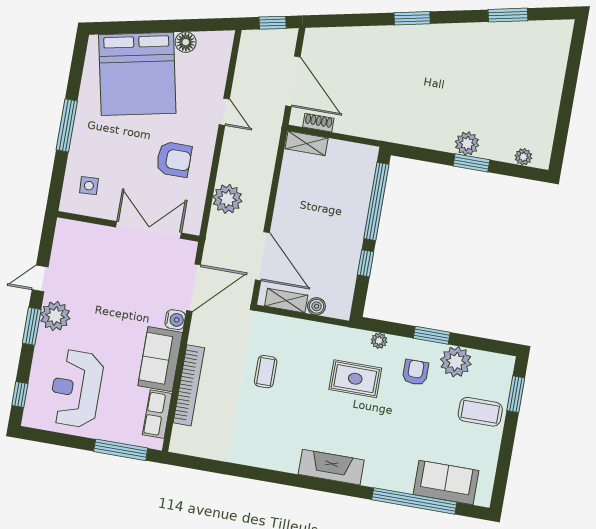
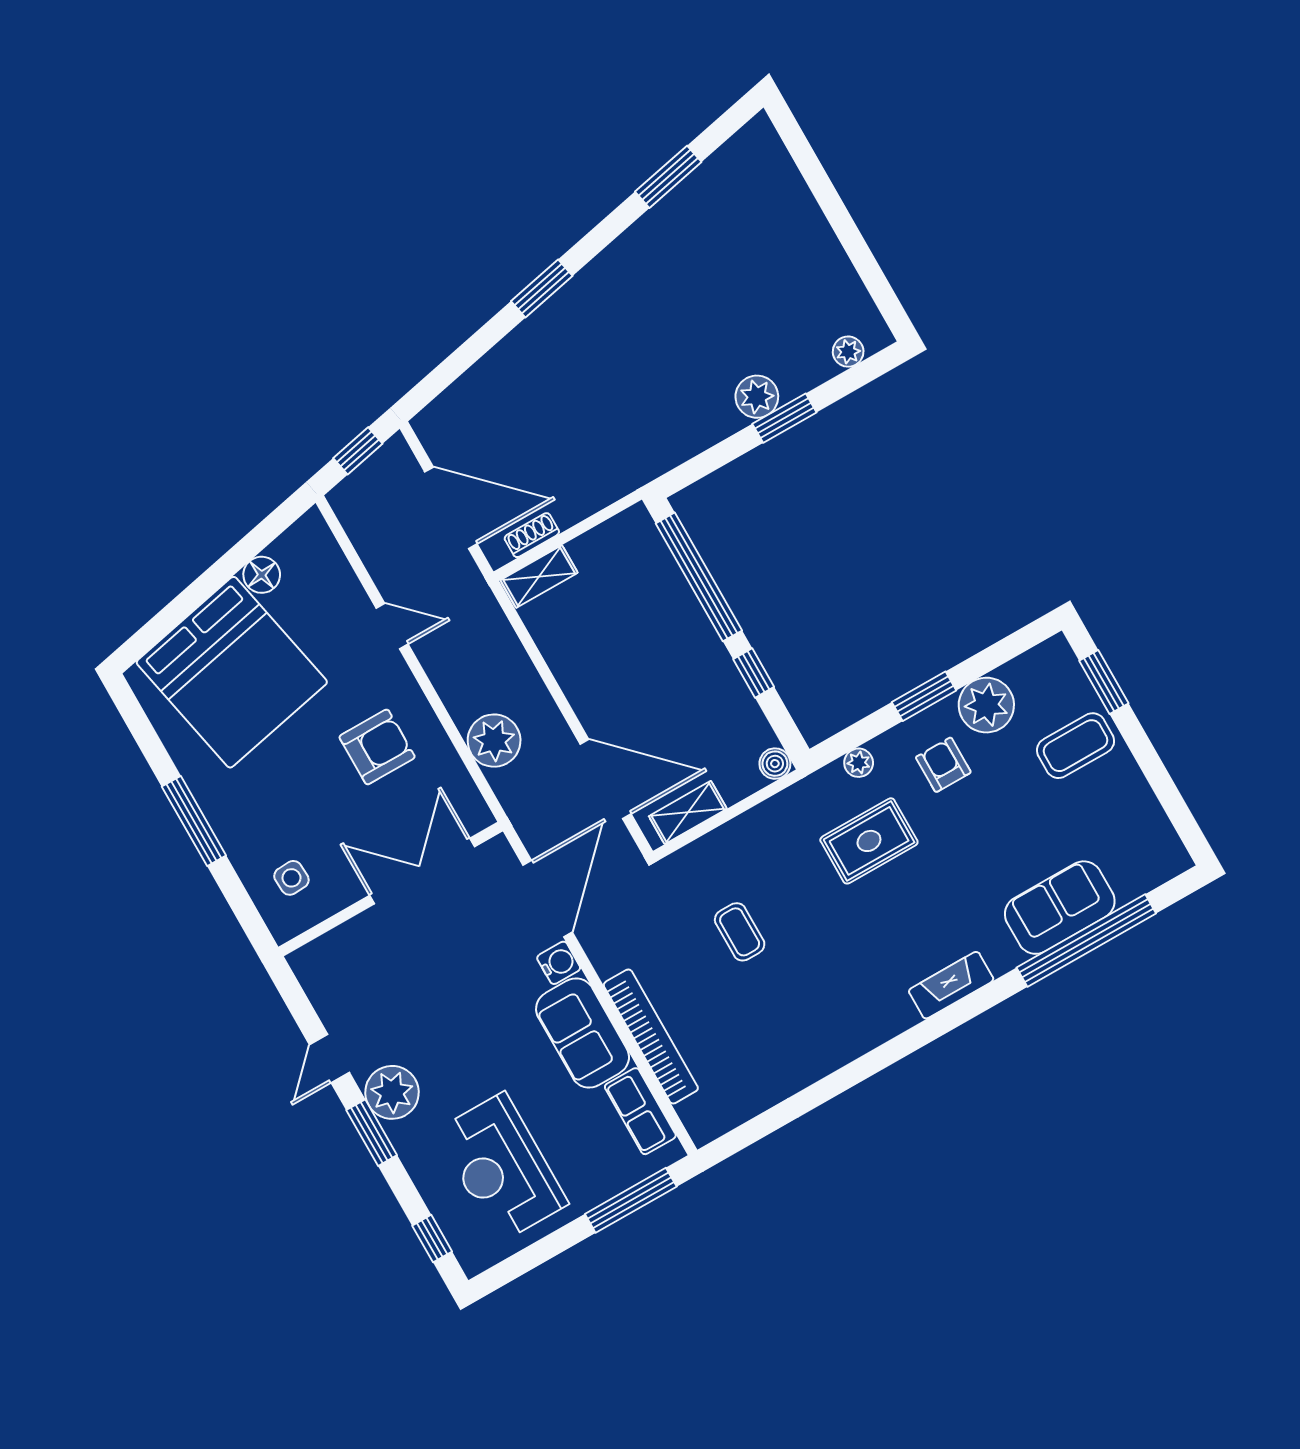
boiler: (317, 306) -> (775, 764), moved
fireplace: (331, 467) -> (951, 985), width x0.73, depth x0.76
sofa: (446, 482) -> (1060, 908), moved

